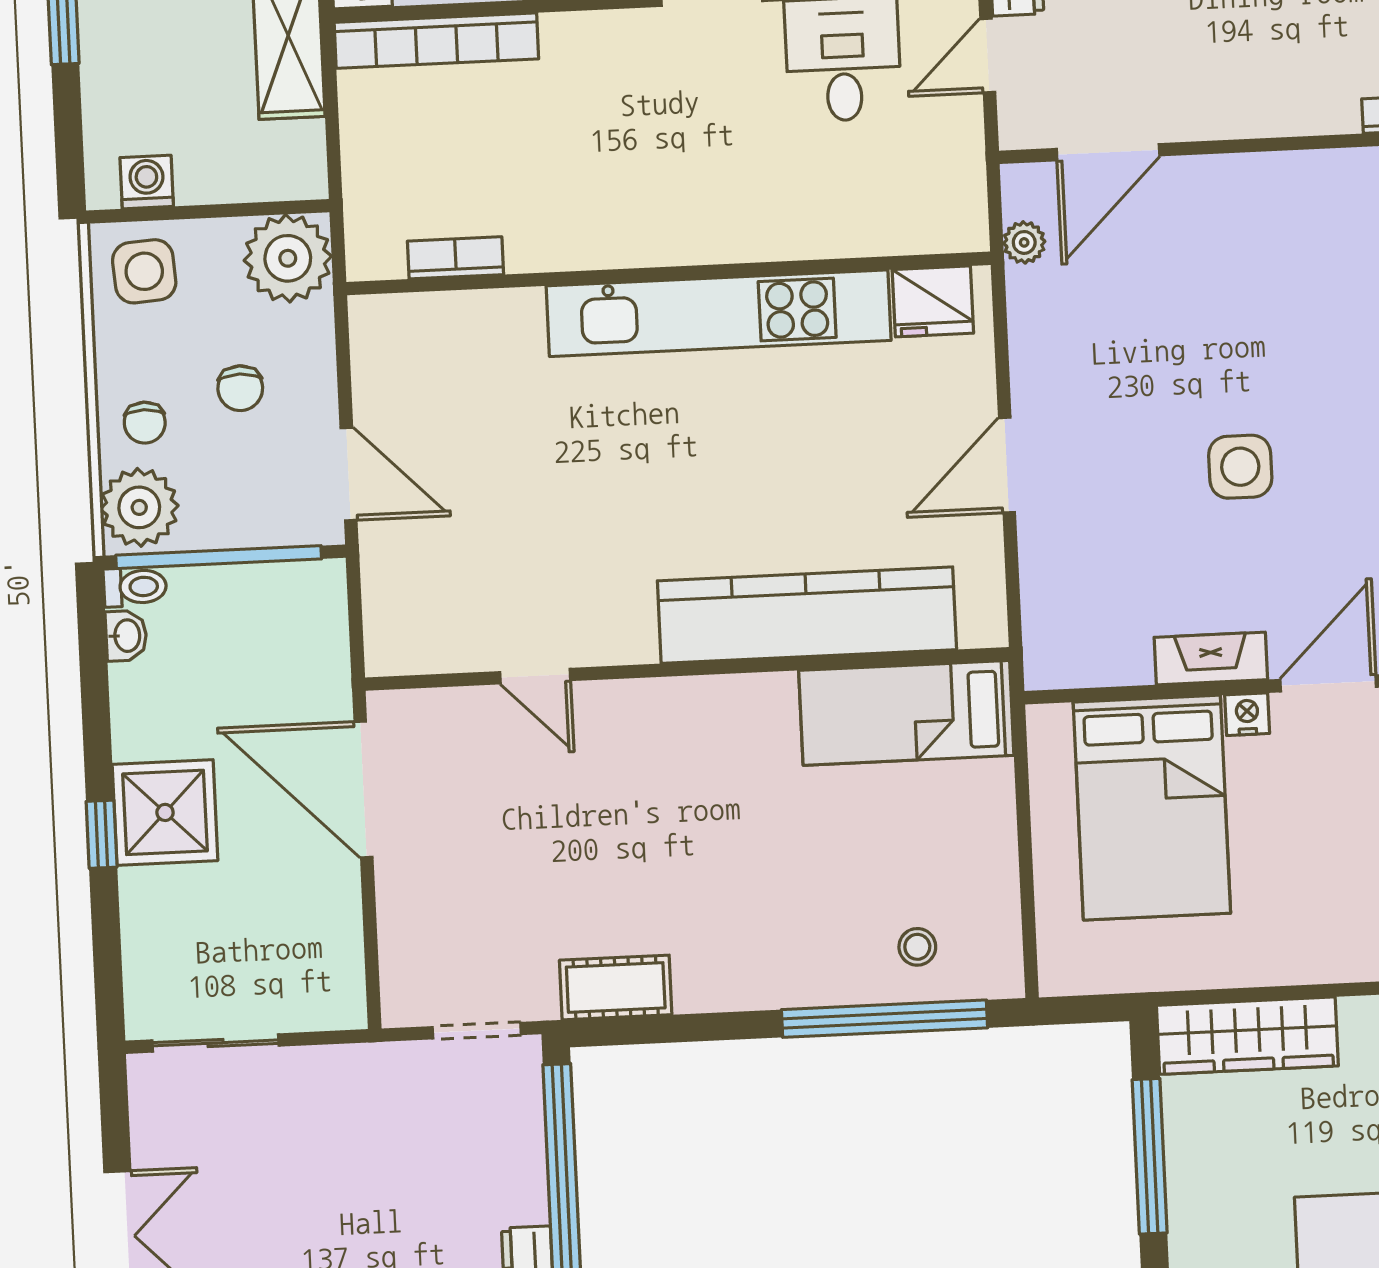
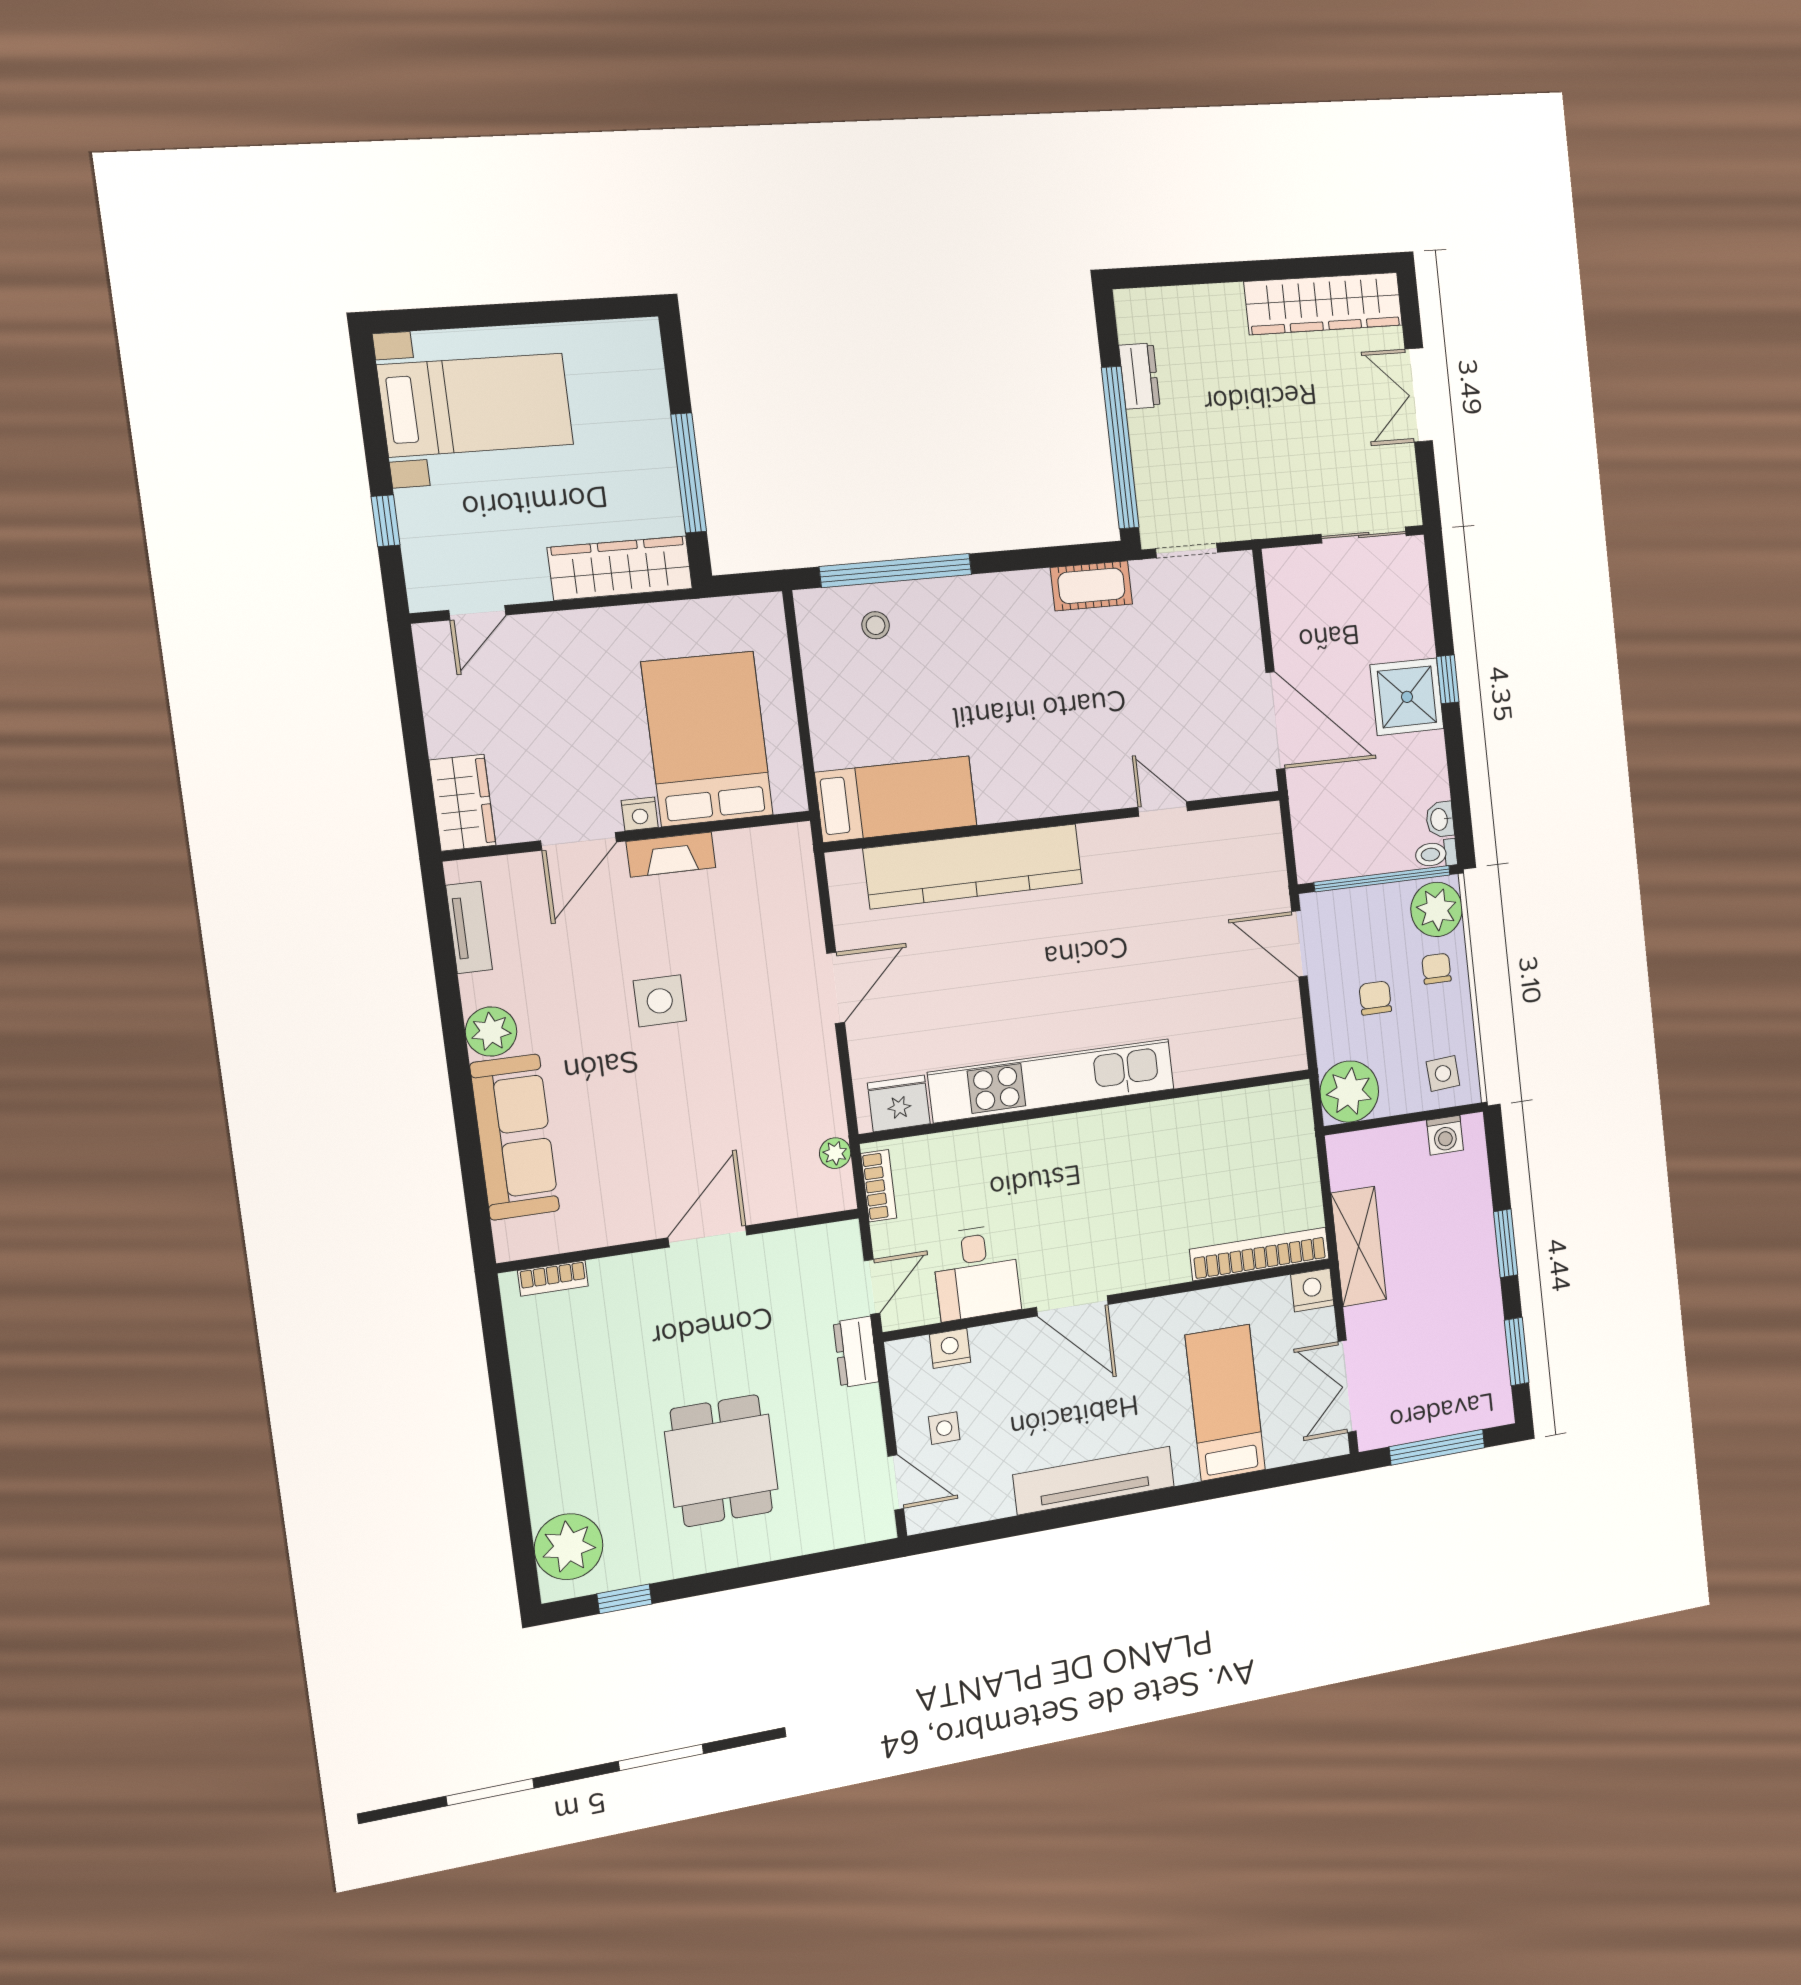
door: (1108, 152) -> (708, 1236), moved
bookcase: (455, 258) -> (879, 1186), moved, turned -90
side table: (144, 271) -> (1443, 1073), width x0.73, depth x0.73

